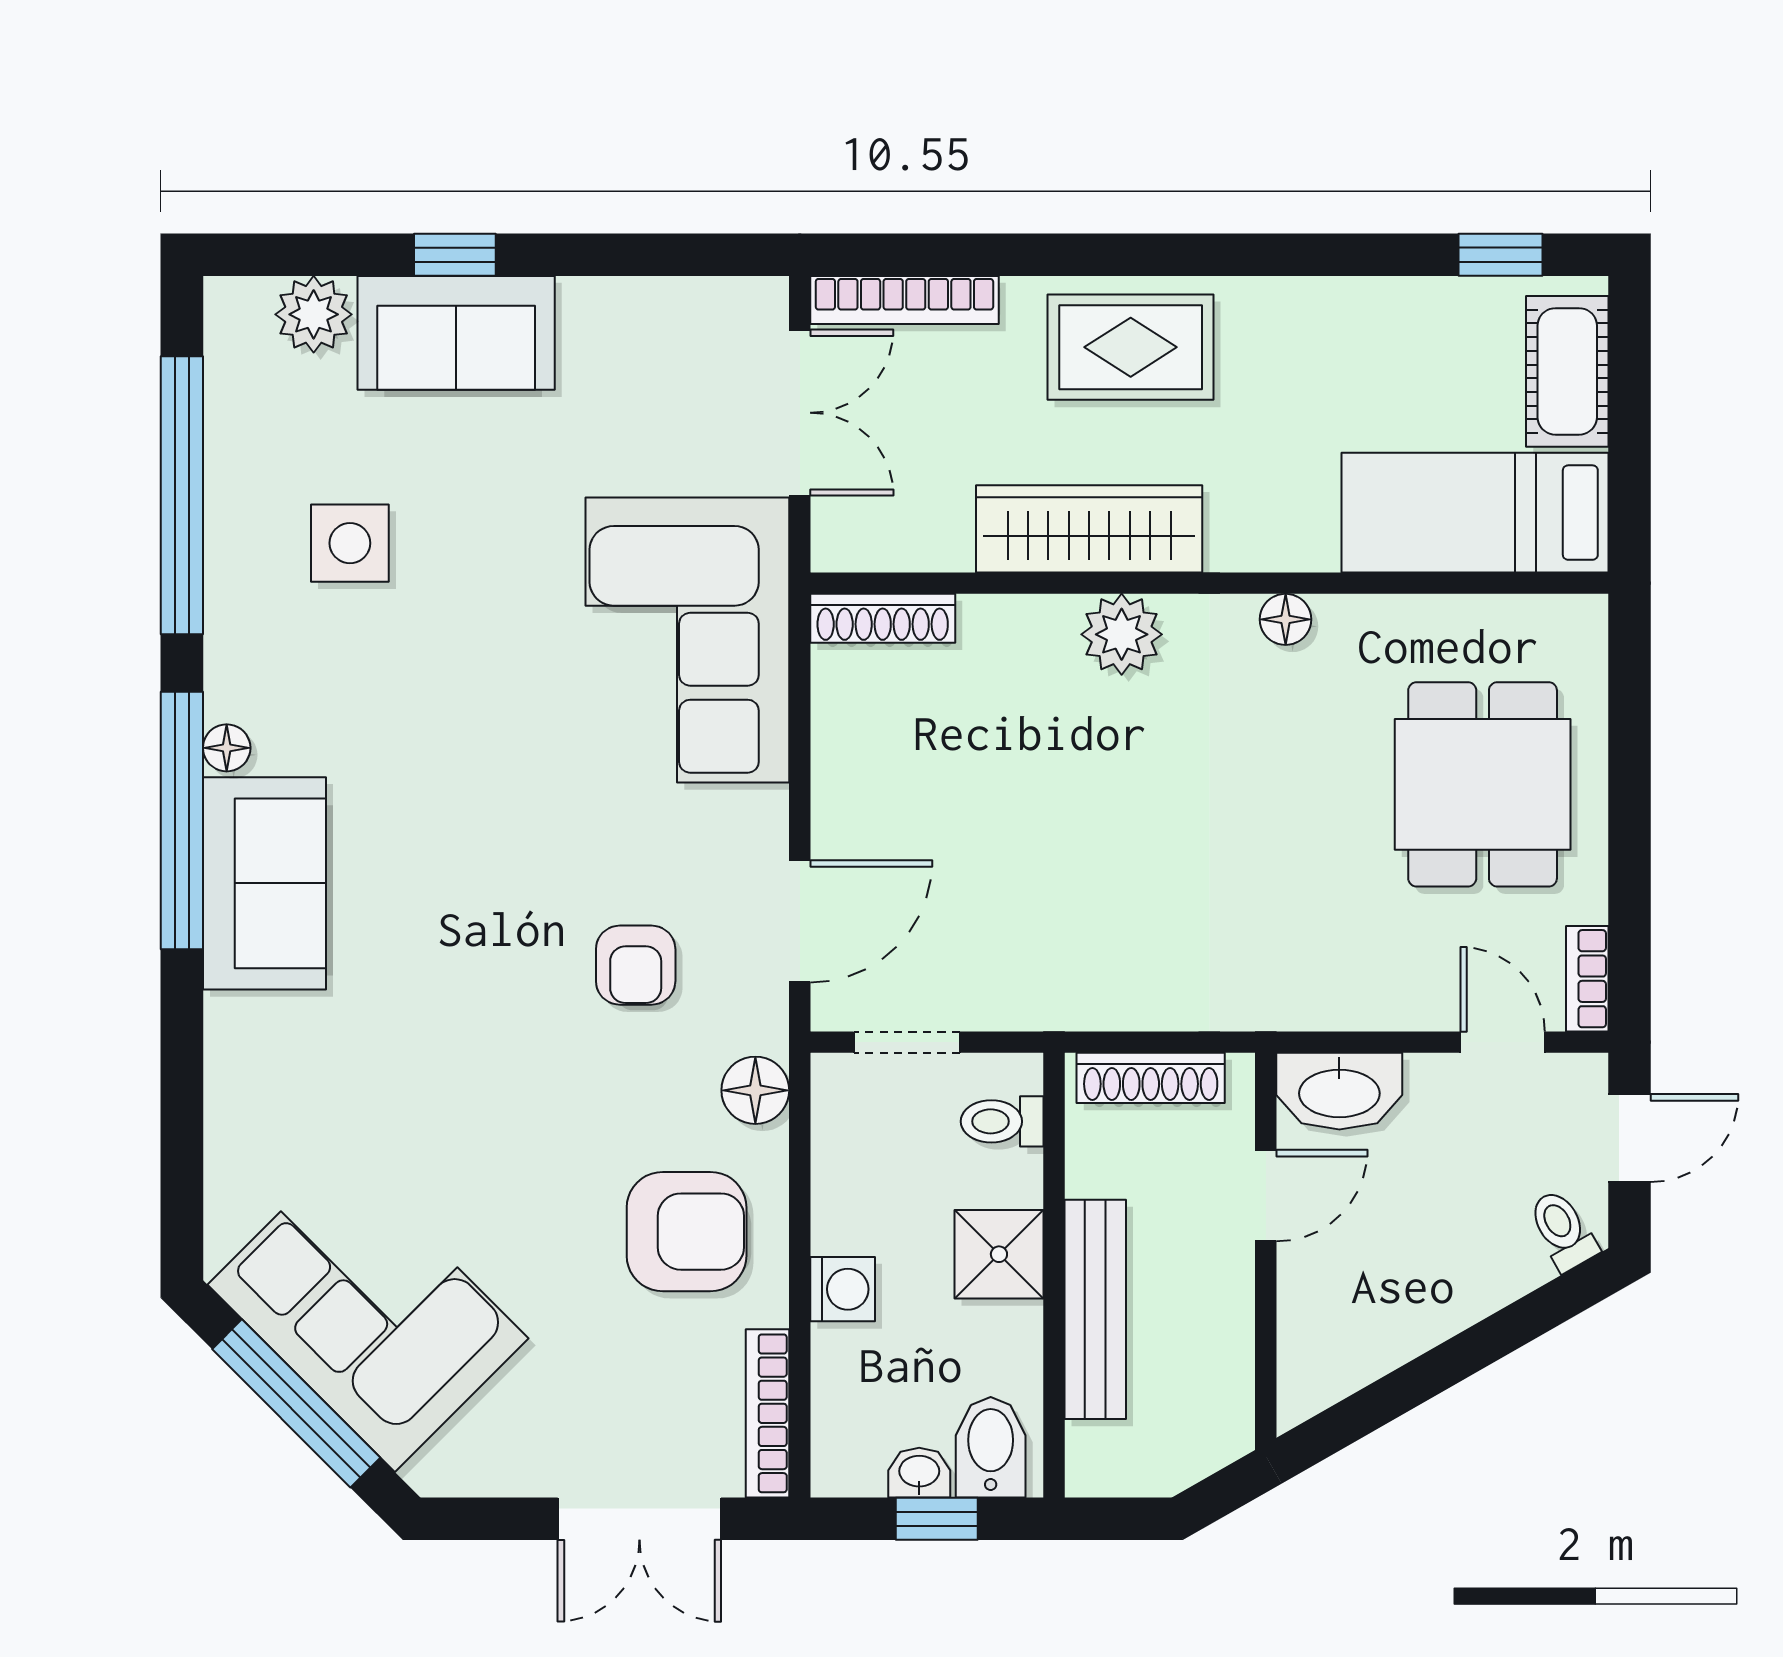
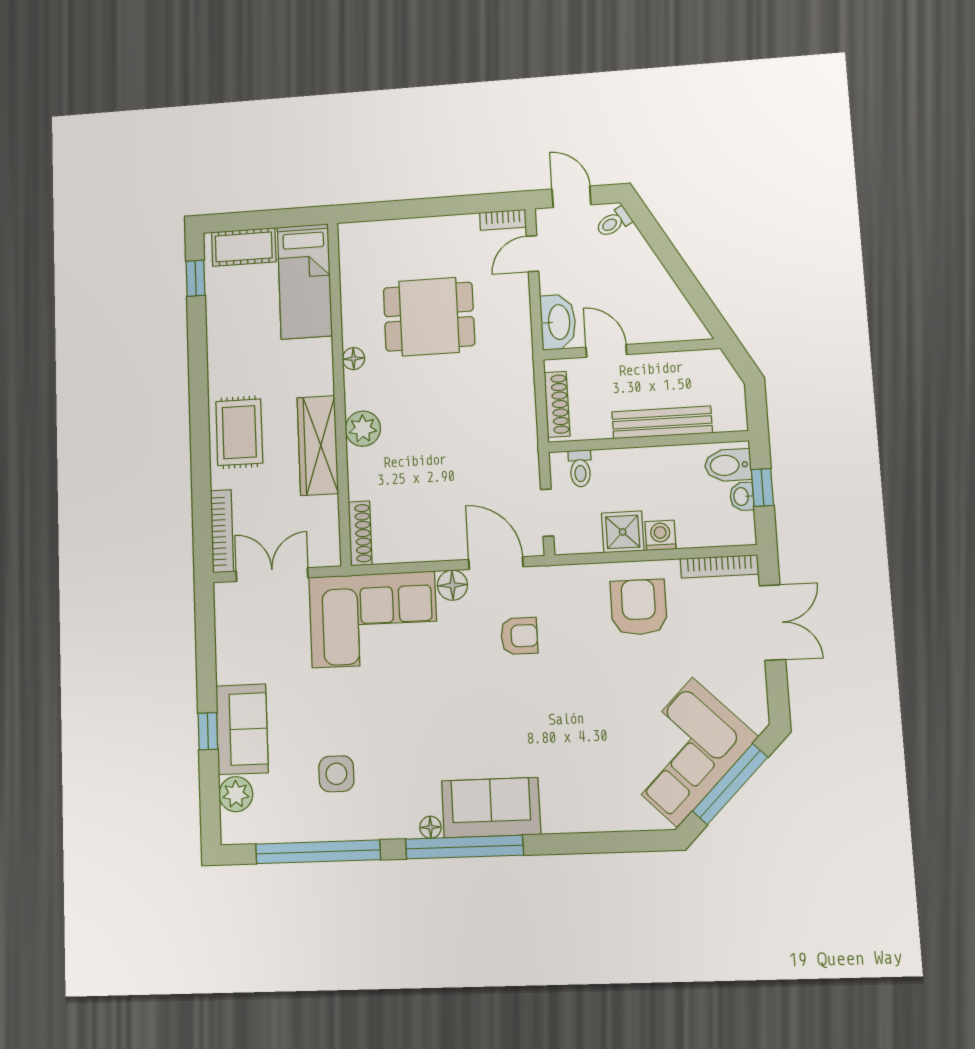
dining table: (1483, 784) -> (429, 317), moved
floor lamp: (755, 1090) -> (452, 585), moved
shower: (999, 1254) -> (623, 532), moved

